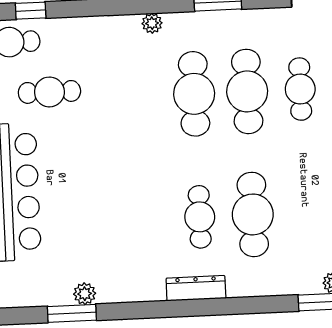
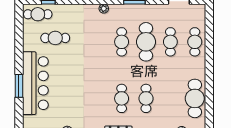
cafe table: (194, 94) -> (122, 42), width x0.73, depth x0.74
cafe table: (253, 214) -> (146, 98), width x0.73, depth x0.74

